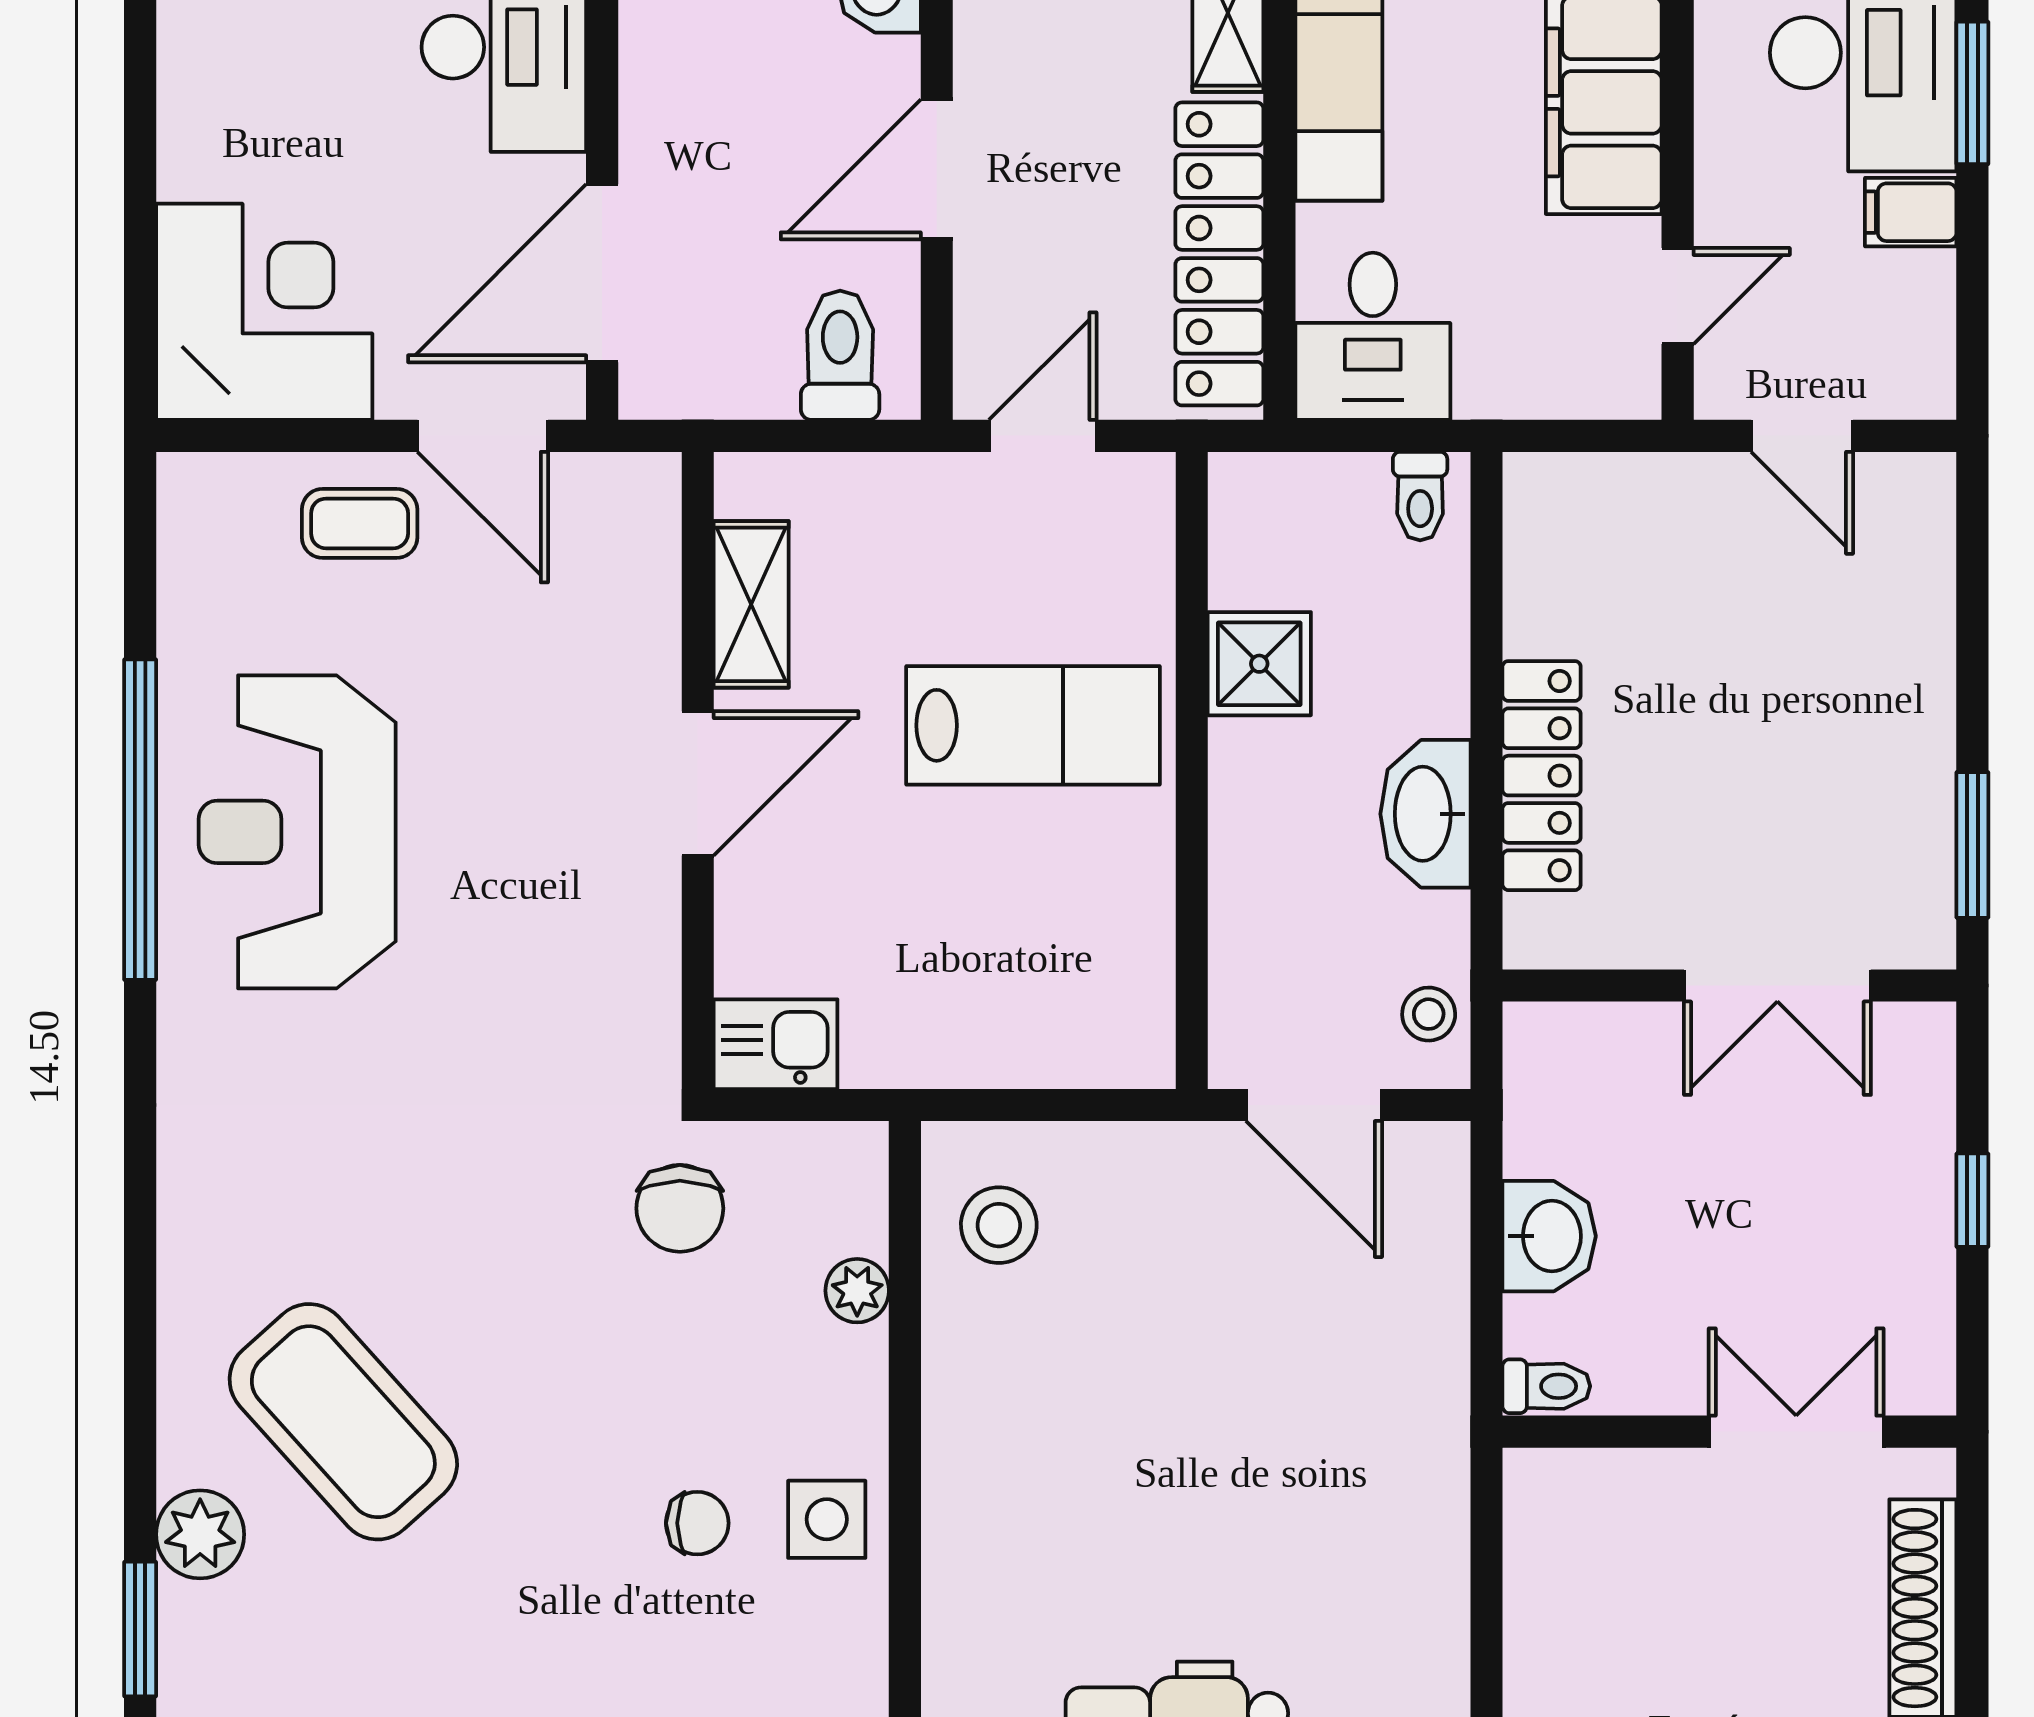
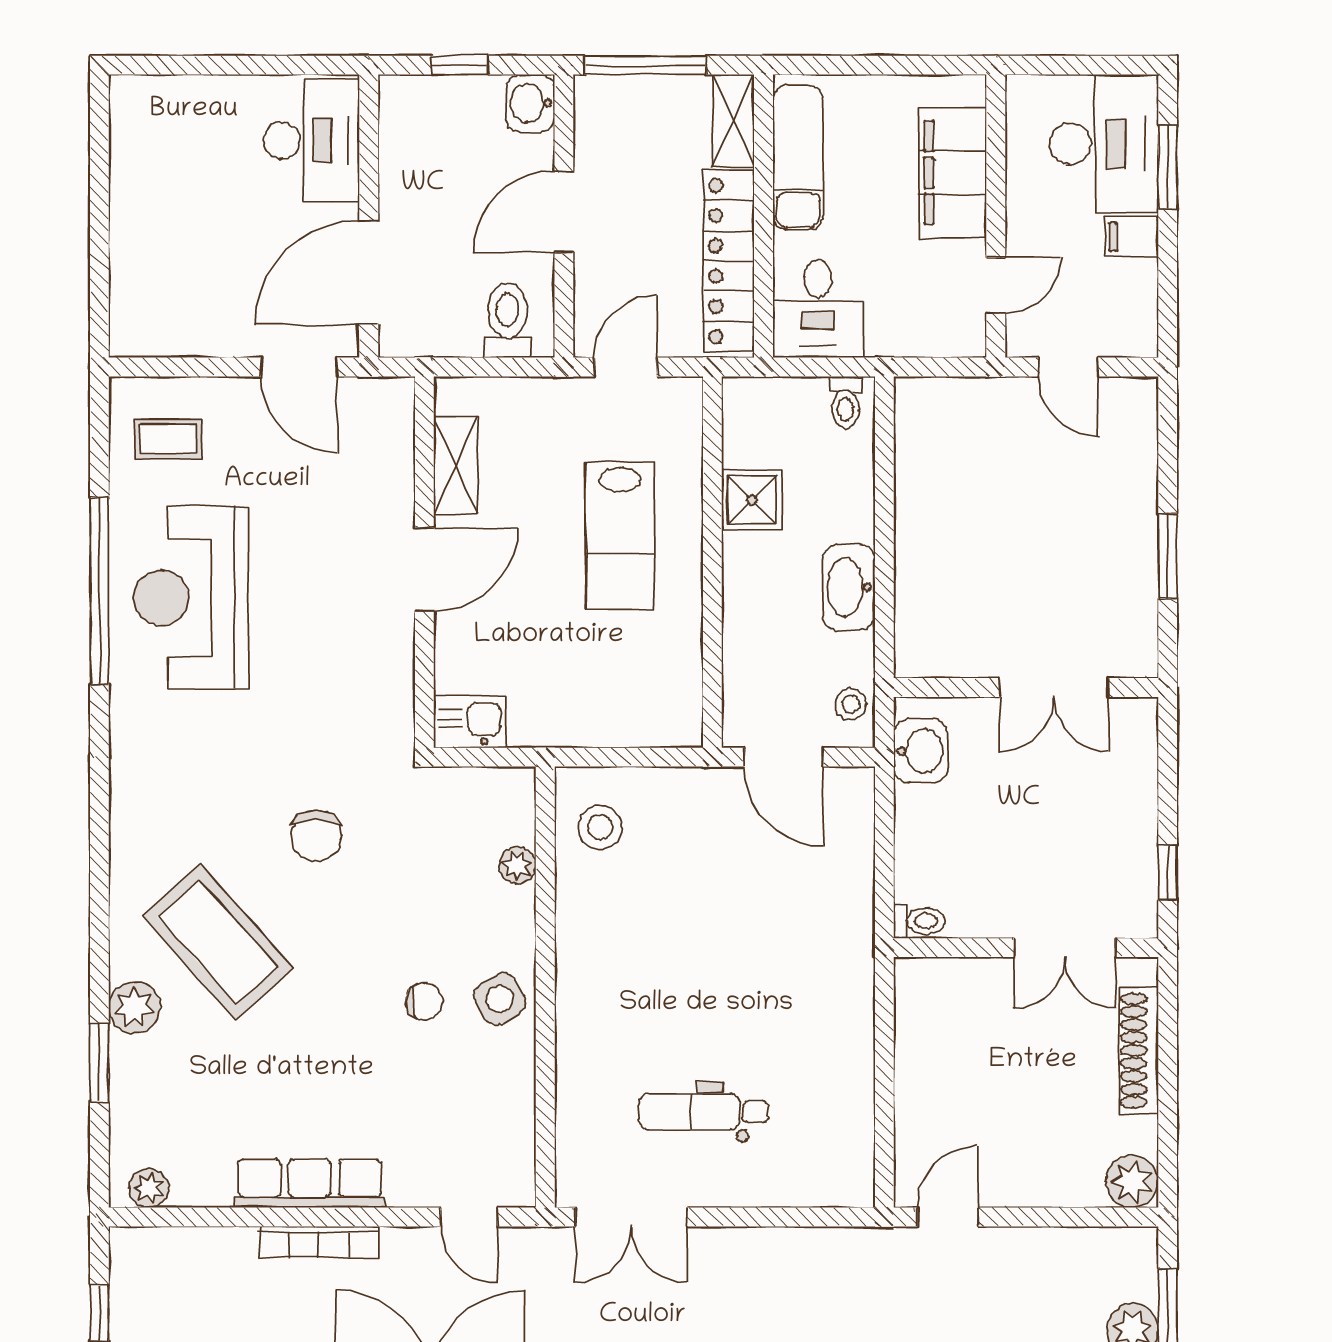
corner desk: (264, 312) -> (172, 295), removed
coffee table: (360, 523) -> (168, 439), moved
lab bench: (1033, 725) -> (620, 536), turned 90
locker: (1542, 776) -> (916, 565), removed
window: (1972, 845) -> (1168, 556), moved
window: (1972, 1200) -> (1168, 872), moved
chair: (680, 1208) -> (316, 836), moved
washbasin: (1549, 1236) -> (921, 751), moved
double door: (1796, 1432) -> (1065, 948), swing flipped
side table: (827, 1519) -> (500, 999), turned -31

